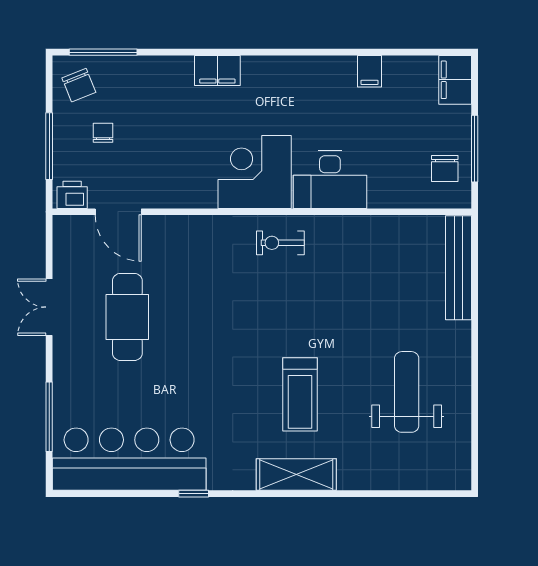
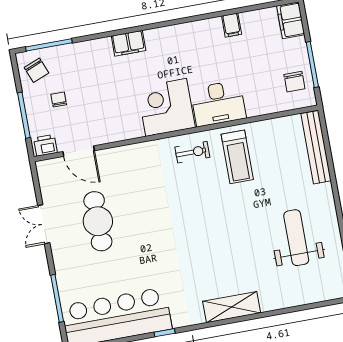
exercise bike: (280, 243) -> (192, 152), turned 180
treadmill: (300, 394) -> (237, 157), moved

